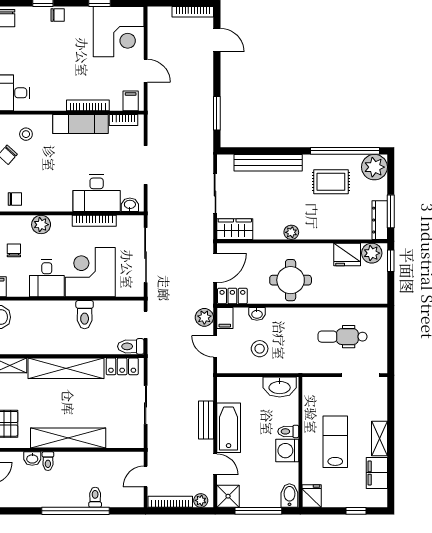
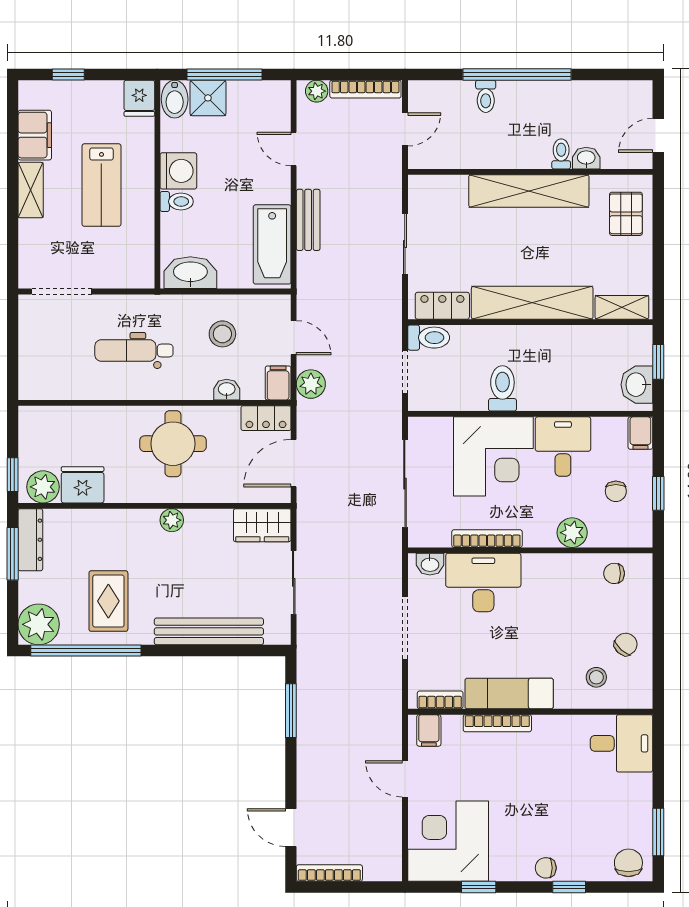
rug: (331, 182) -> (108, 601), turned 90
dental chair: (343, 337) -> (134, 351), moved, turned 180
bathtub: (229, 428) -> (272, 244), moved
shower: (228, 496) -> (208, 98), moved

